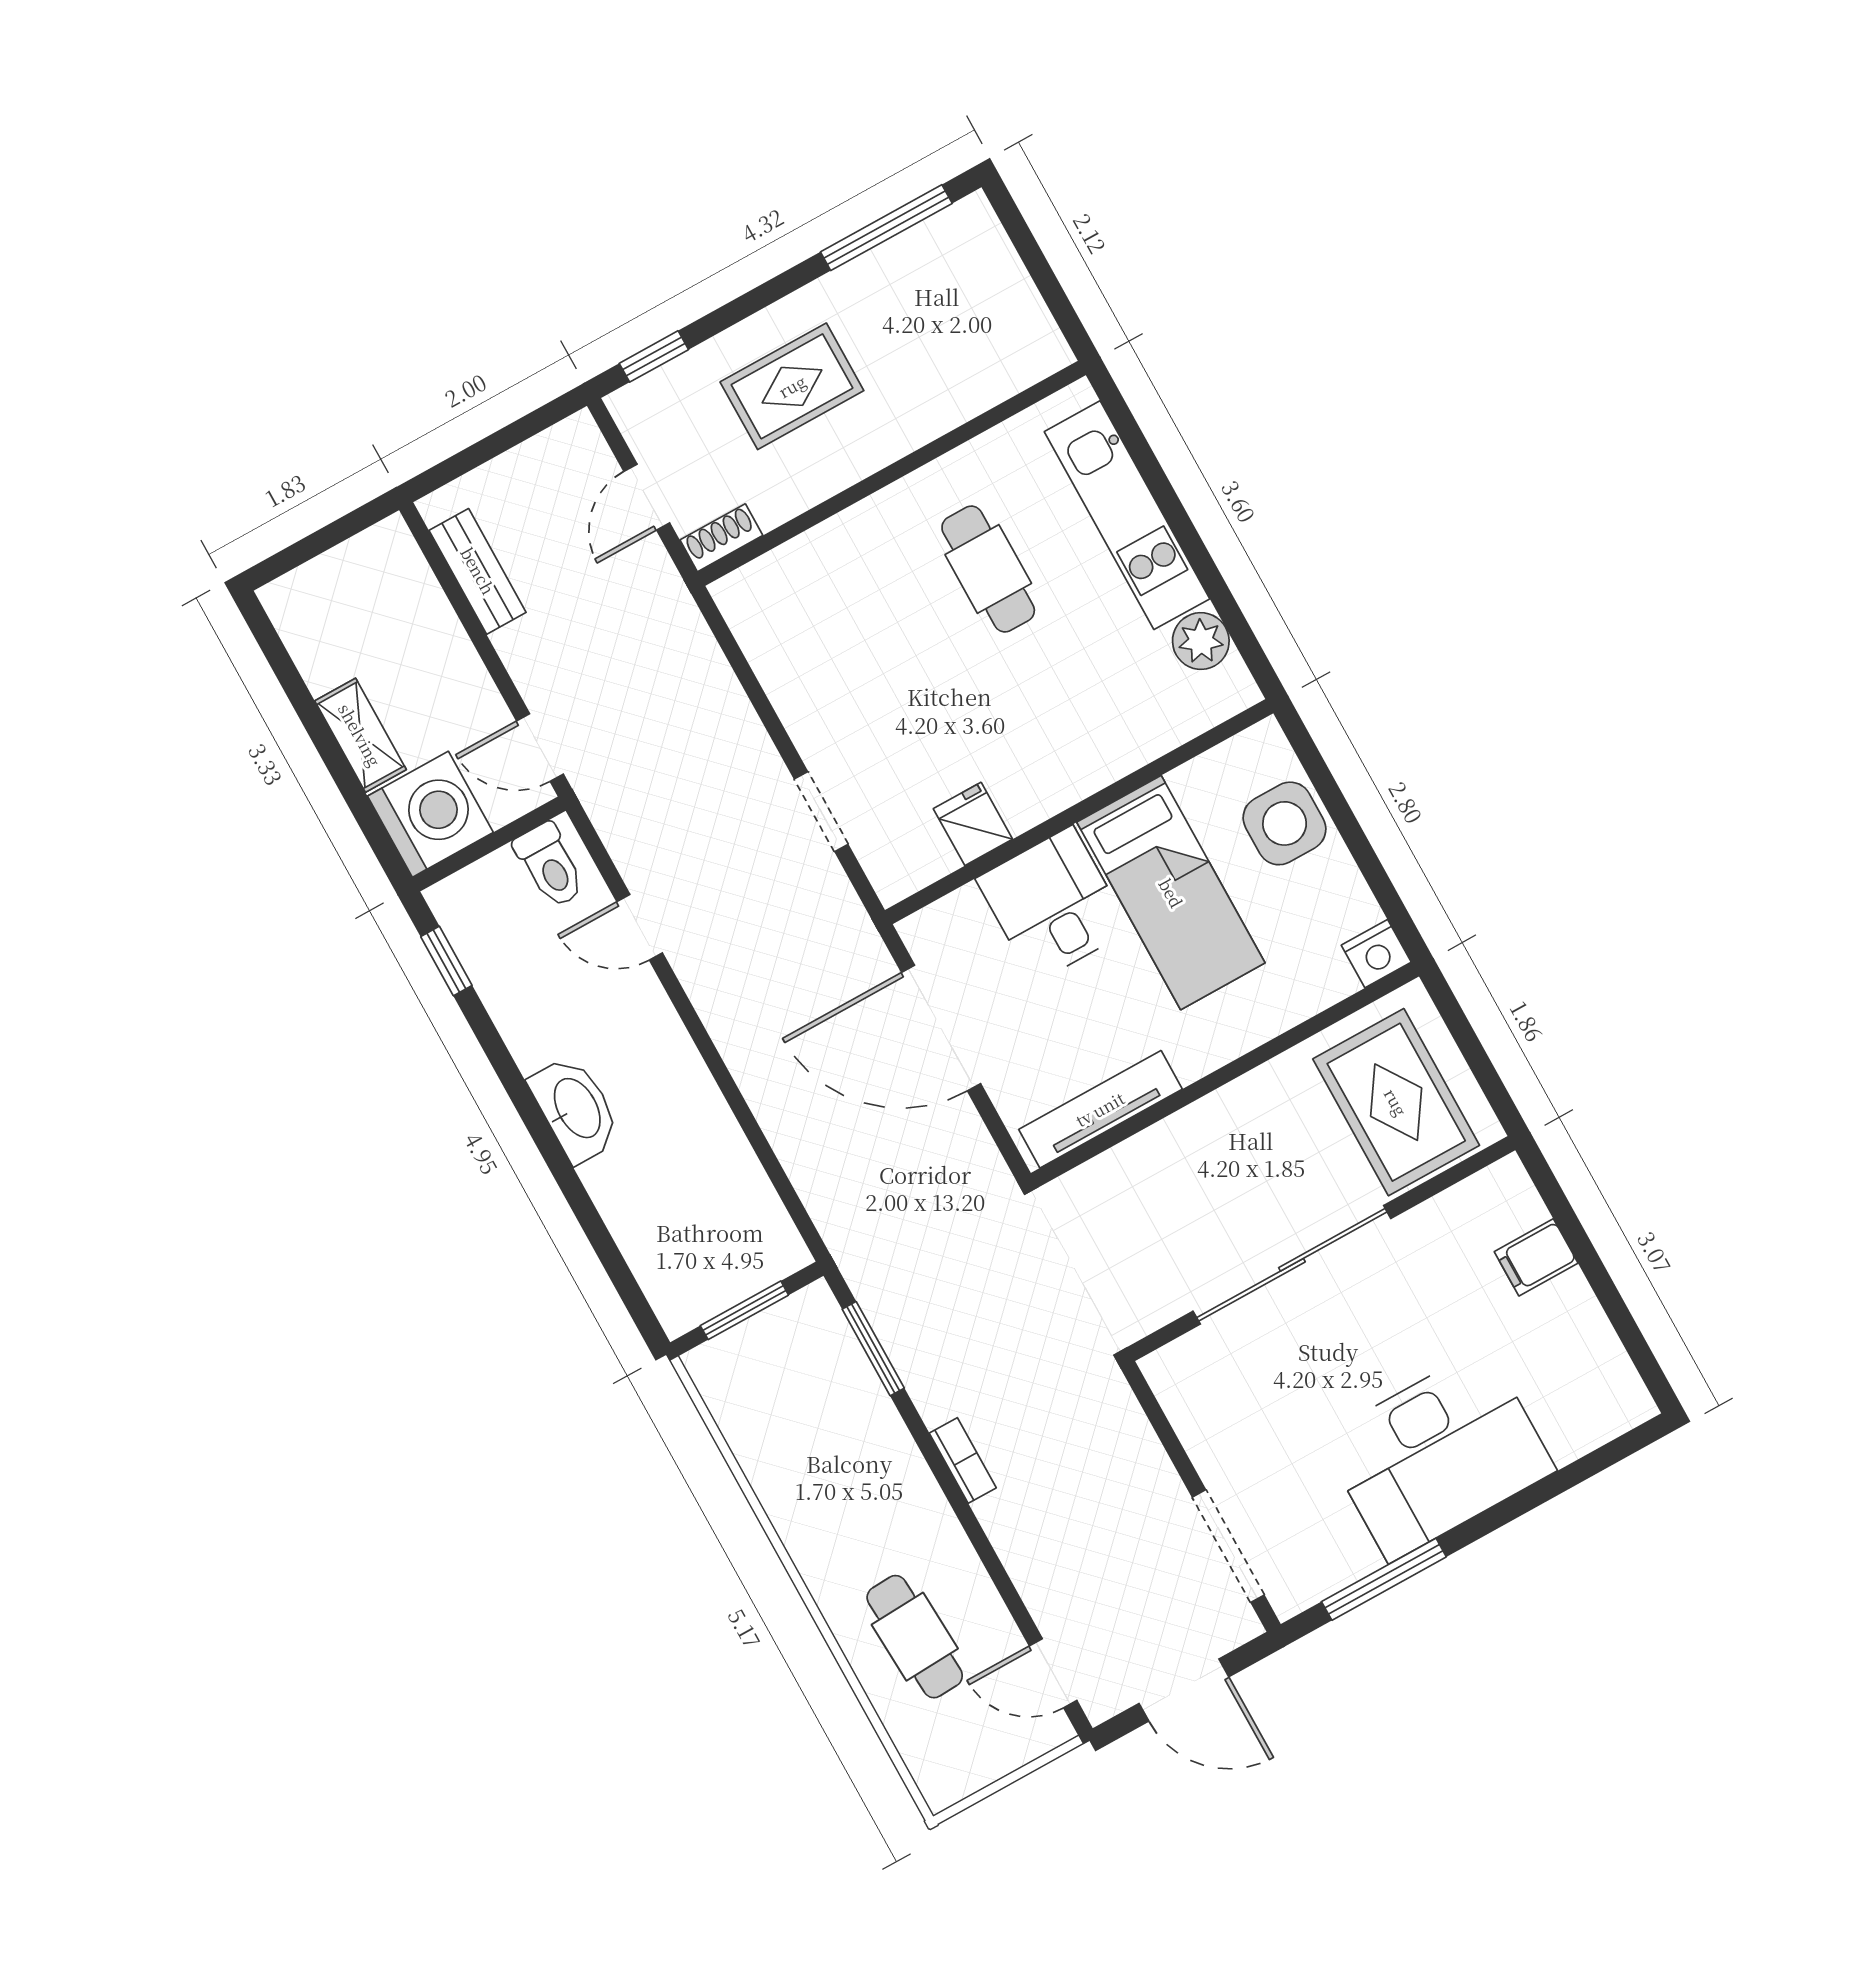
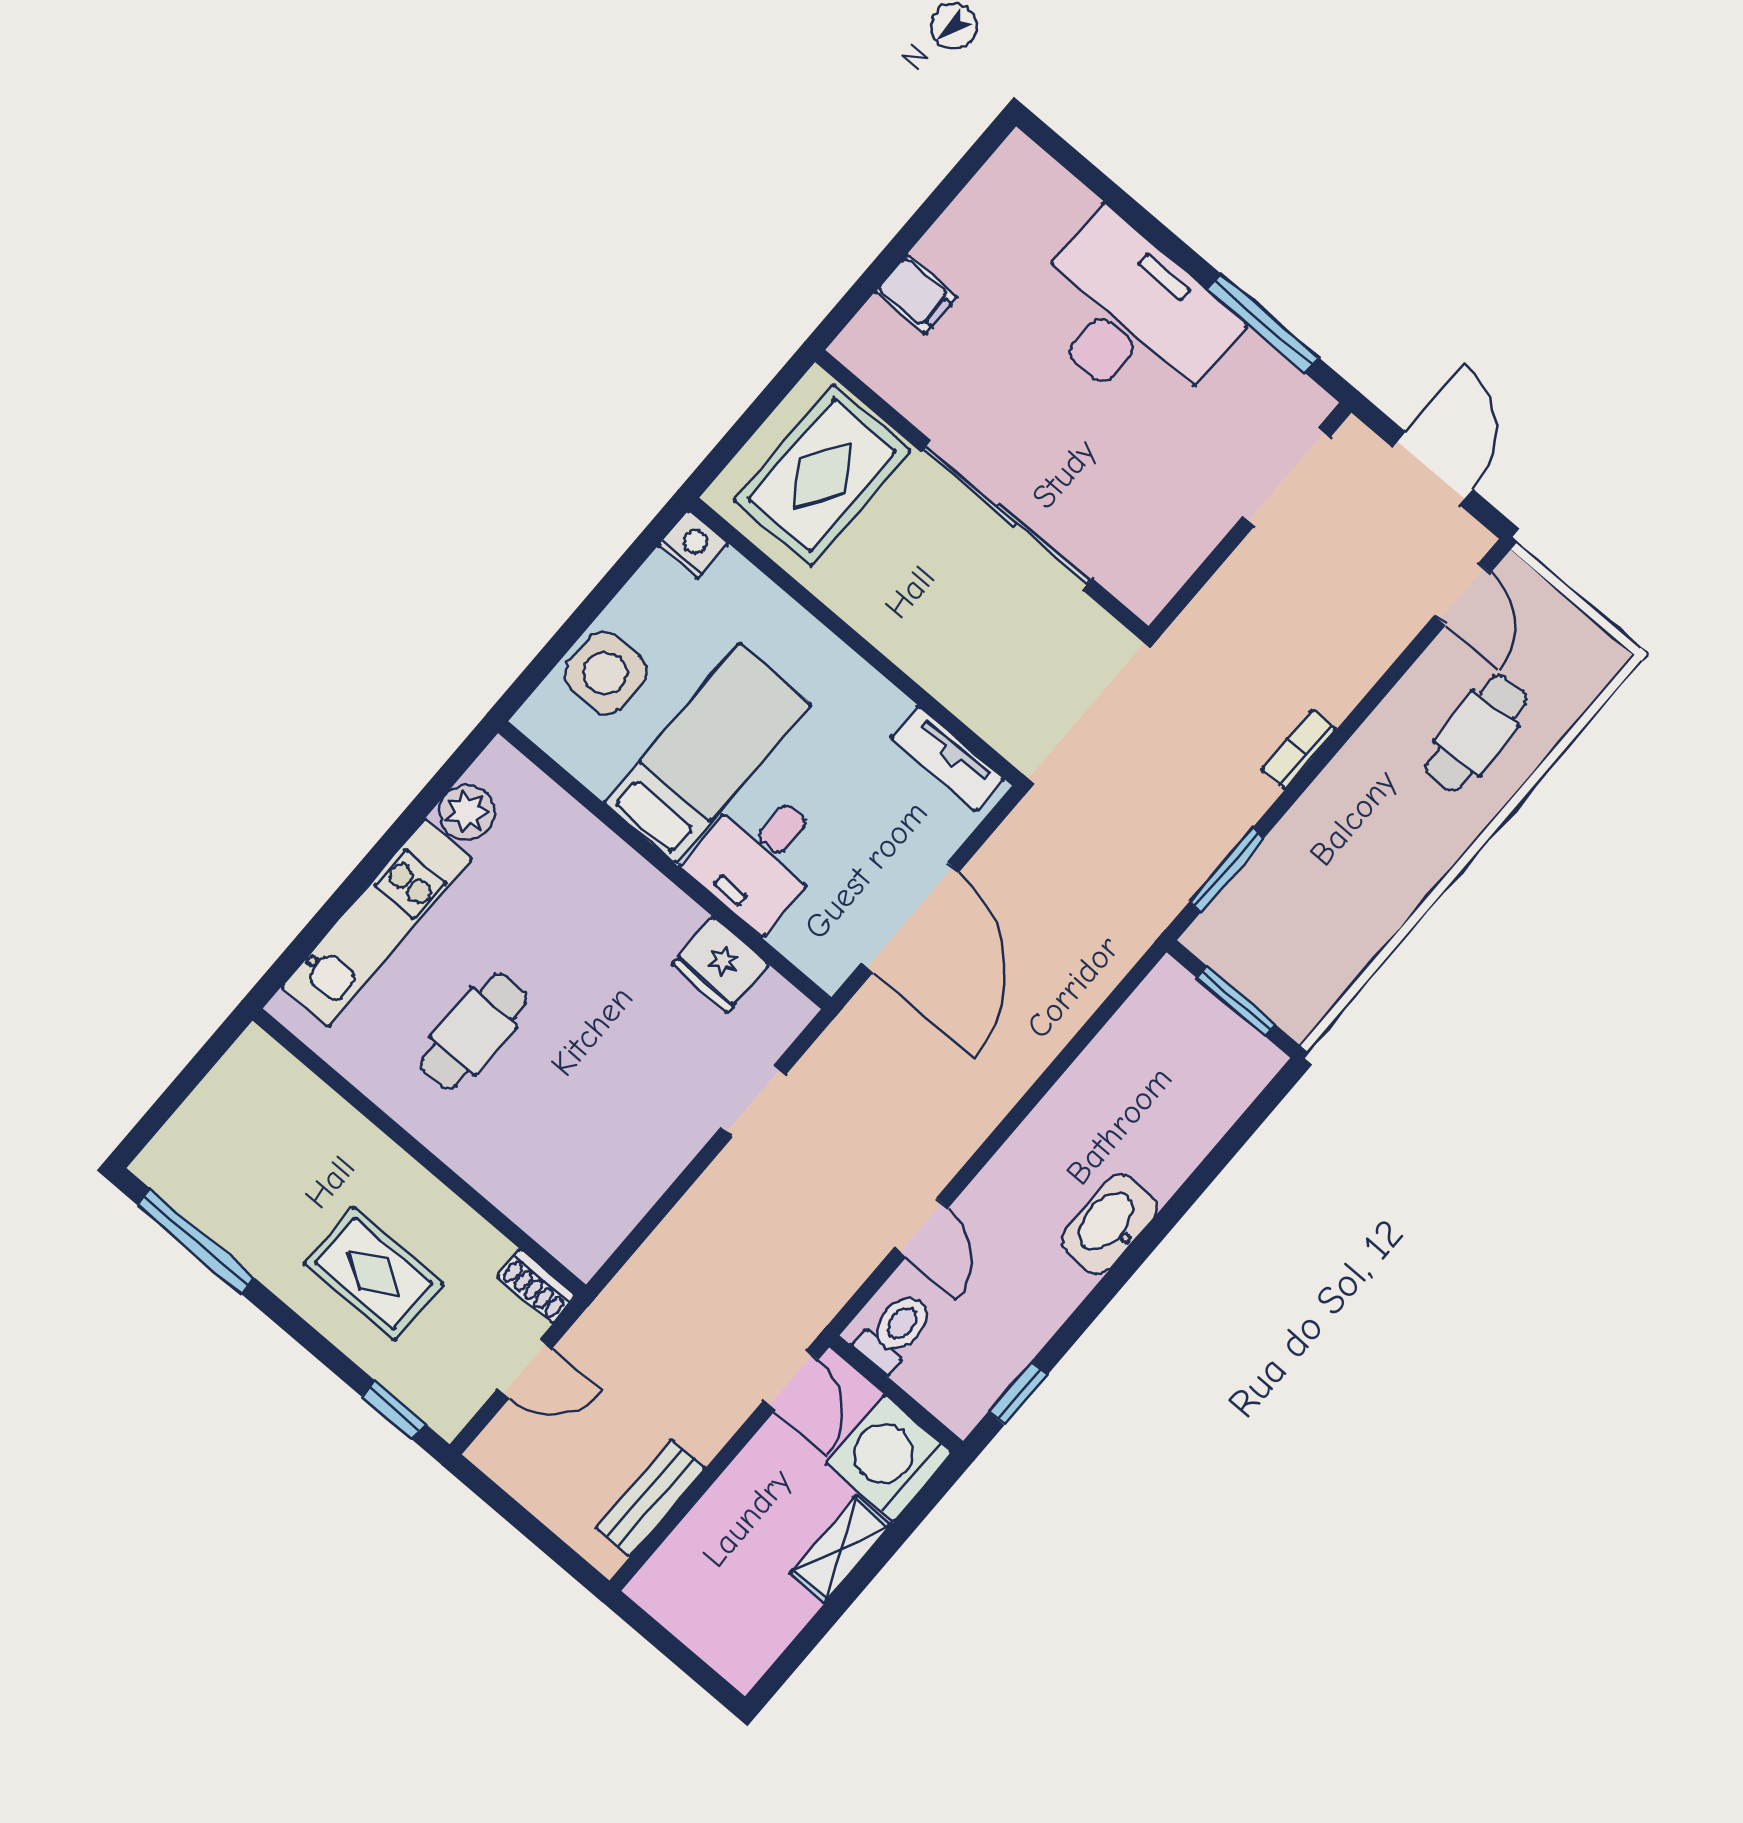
fridge: (973, 824) -> (720, 965), width x1.38
tv unit: (1100, 1109) -> (947, 759), width x0.71

